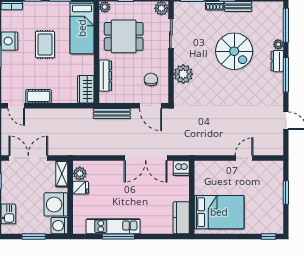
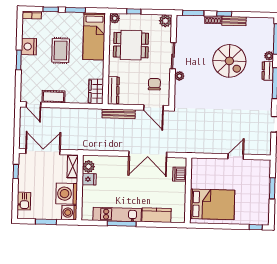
sliding door: (171, 33) -> (173, 56), moved
plant: (183, 74) -> (179, 76), width x0.53, depth x0.53
dresser: (105, 76) -> (113, 90), moved
dishwasher: (181, 168) -> (180, 174), moved, turned 90
kitchen counter: (181, 218) -> (156, 215), moved, turned 90

